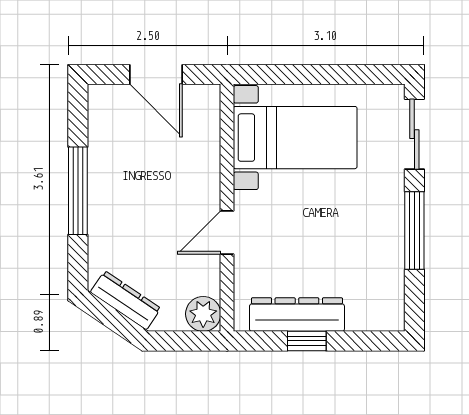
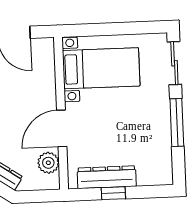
door: (227, 233) -> (62, 128), width x1.38
plant: (203, 314) -> (48, 163), moved

